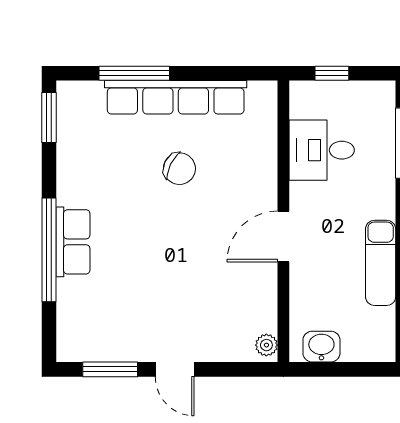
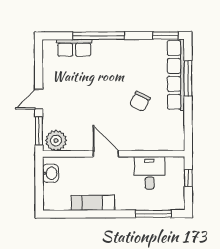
row of seats: (176, 97) -> (176, 75), moved
row of seats: (73, 242) -> (74, 48), moved
plant: (266, 345) -> (56, 141), width x1.87, depth x1.87
window: (110, 369) -> (39, 131), moved

